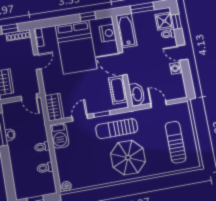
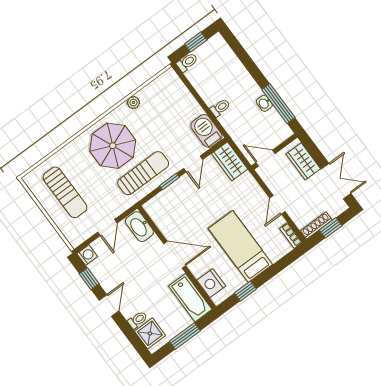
window: (176, 22) -> (89, 279), moved
bed: (76, 47) -> (240, 246), width x0.67
door: (182, 53) -> (109, 305), hinge flipped
washing machine: (176, 68) -> (87, 255), moved
cot: (118, 90) -> (165, 220), removed
door: (159, 104) -> (107, 228), hinge flipped
toilet: (45, 168) -> (187, 62), moved
plant: (67, 186) -> (133, 103), moved

